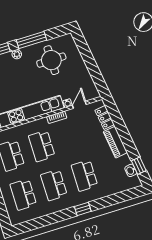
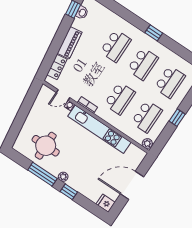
window: (83, 209) -> (154, 33), moved

